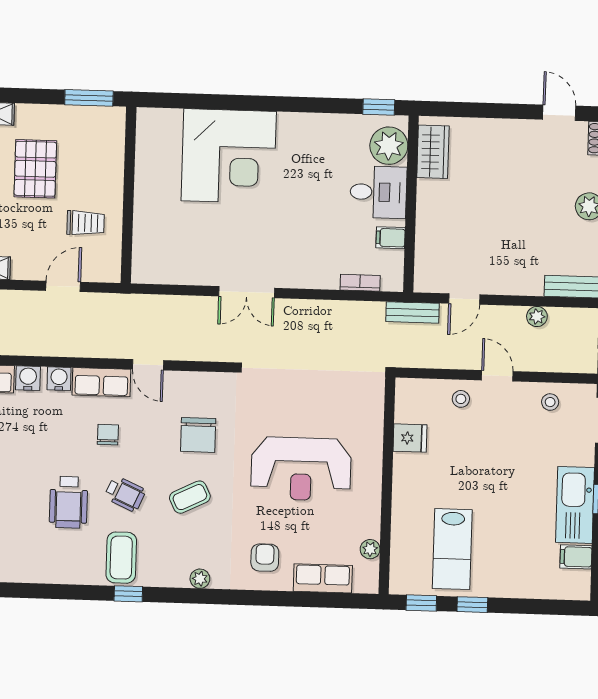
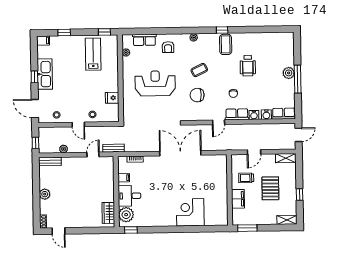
corner desk: (229, 156) -> (190, 212), width x0.74, depth x0.74
pallet: (35, 169) -> (270, 188), moved
filing cabinet: (109, 172) -> (238, 199), added
double door: (247, 292) -> (180, 153), width x1.87
door: (148, 365) -> (219, 122), swing flipped
chair: (198, 435) -> (197, 95), turned -90
wheelchair: (125, 494) -> (225, 70), removed
wheelchair: (68, 502) -> (248, 66), turned 180
filing cabinet: (576, 557) -> (43, 41), moved
window: (472, 605) -> (64, 33), moved

